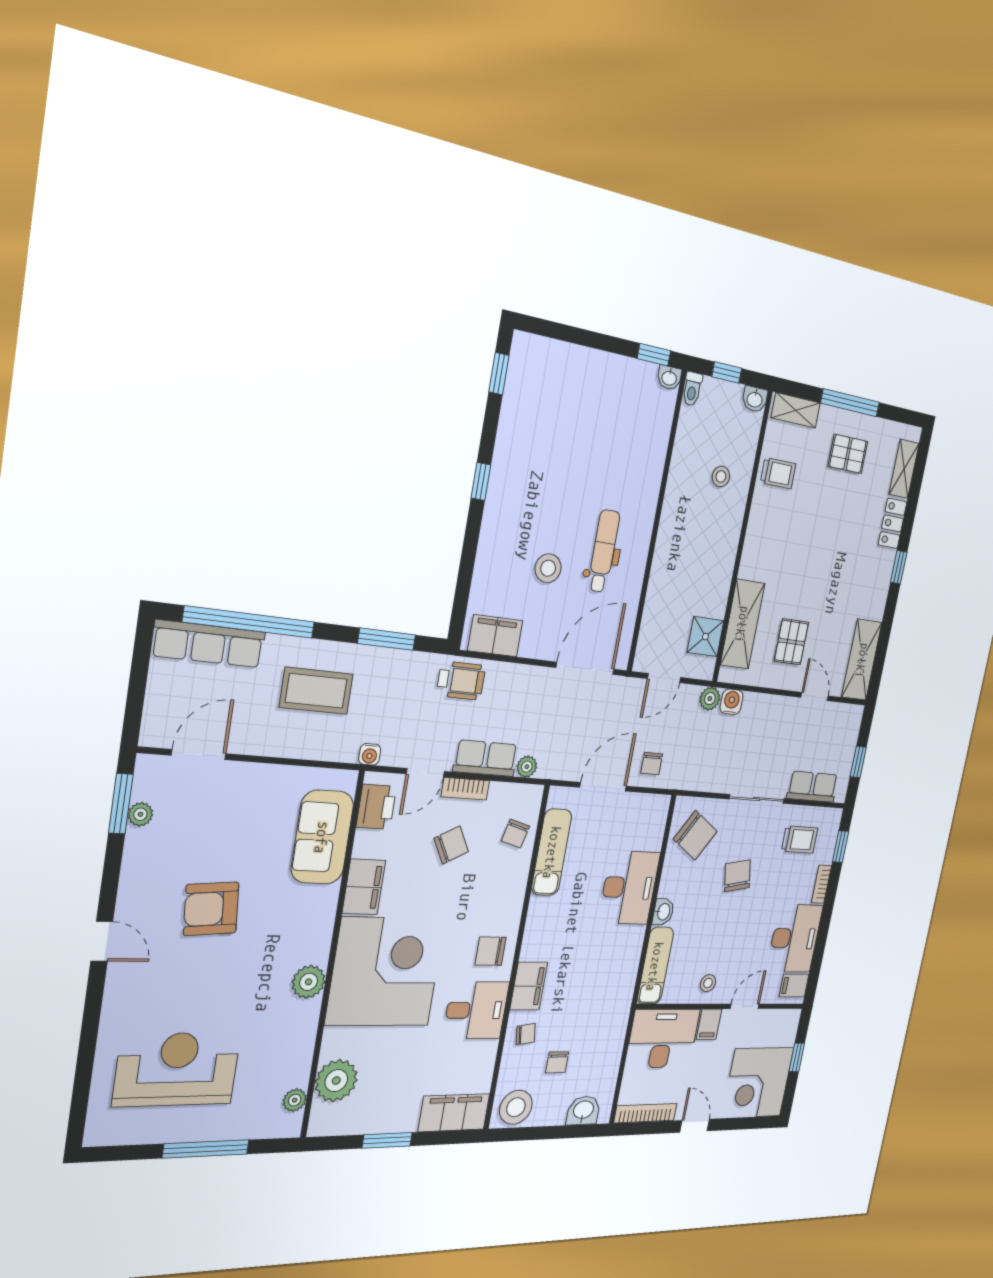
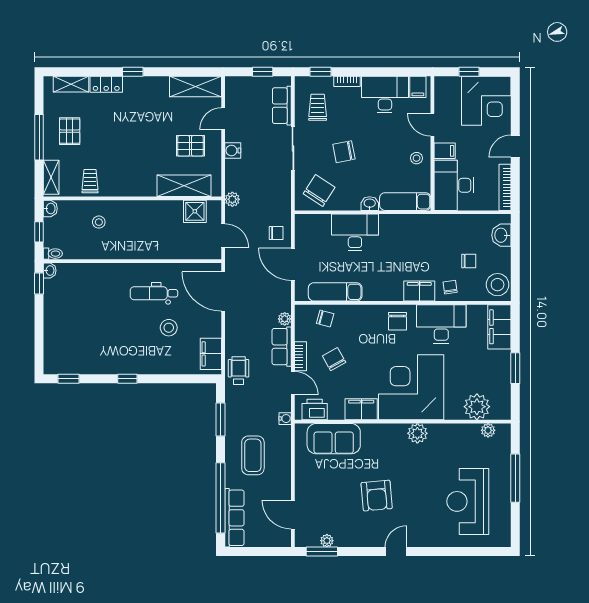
water cooler: (731, 702) -> (233, 151), moved
desk: (476, 1010) -> (441, 324), width x1.37

